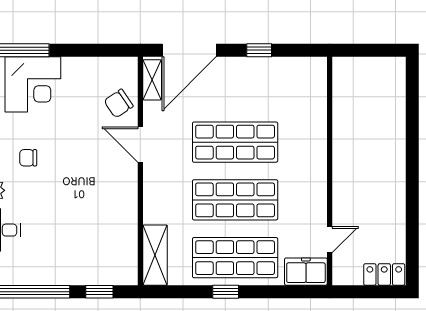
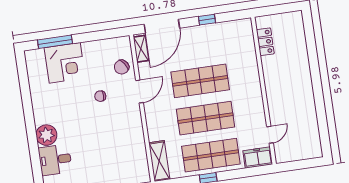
door: (140, 145) -> (140, 91), swing flipped
chair: (28, 158) -> (100, 96), moved
locker: (384, 274) -> (265, 42), moved, turned 90

